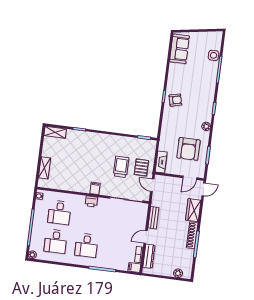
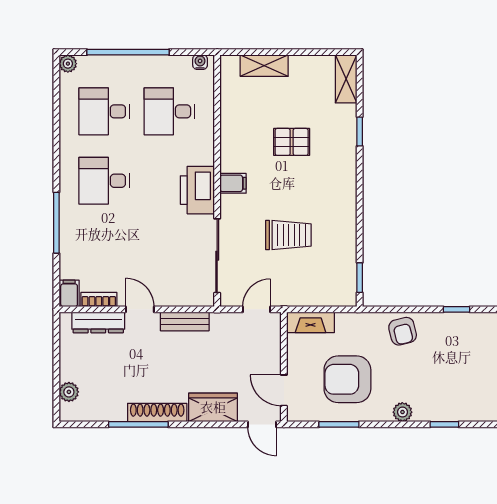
armchair: (175, 100) -> (403, 331), moved
pallet: (141, 167) -> (292, 142), moved
printer: (91, 201) -> (197, 190), width x1.87, depth x1.48

